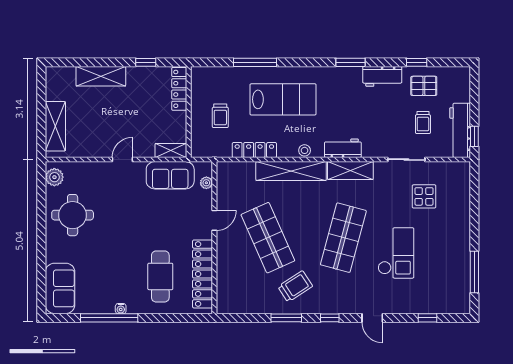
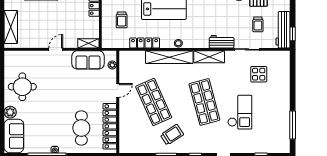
workbench: (343, 148) -> (222, 42), moved
plant: (54, 177) -> (10, 112), moved
shop shelf: (343, 238) -> (204, 102), turned -30

